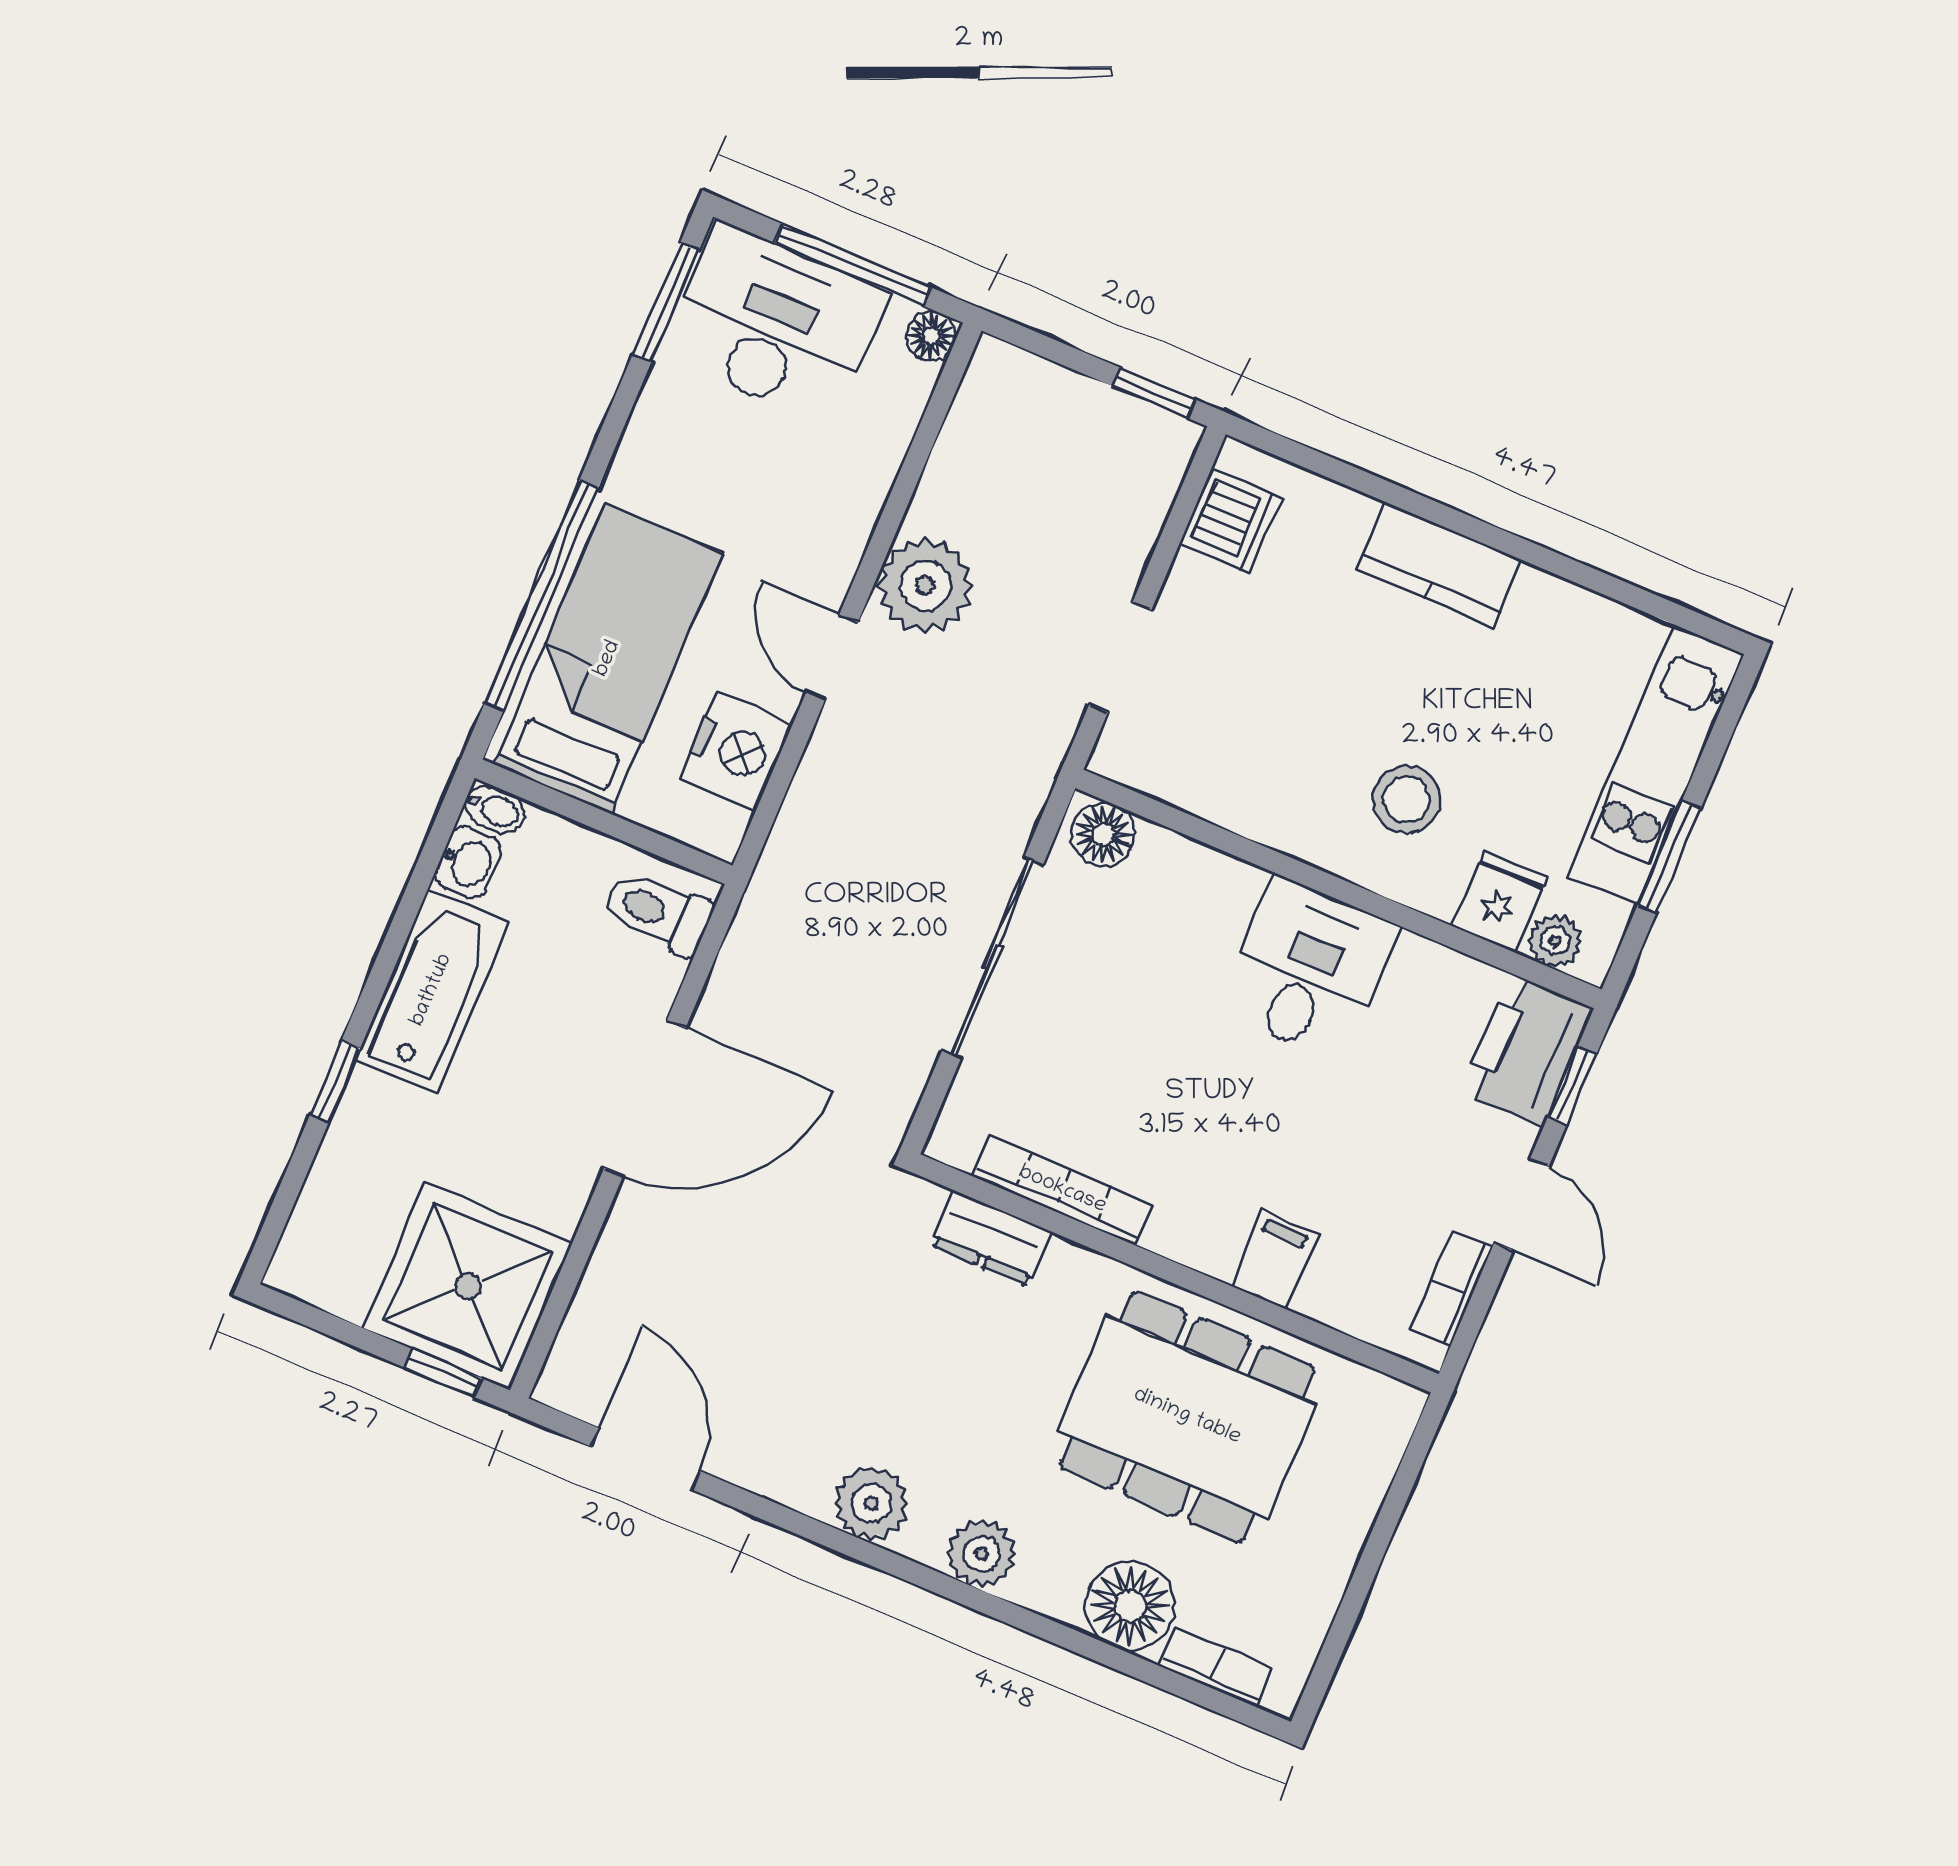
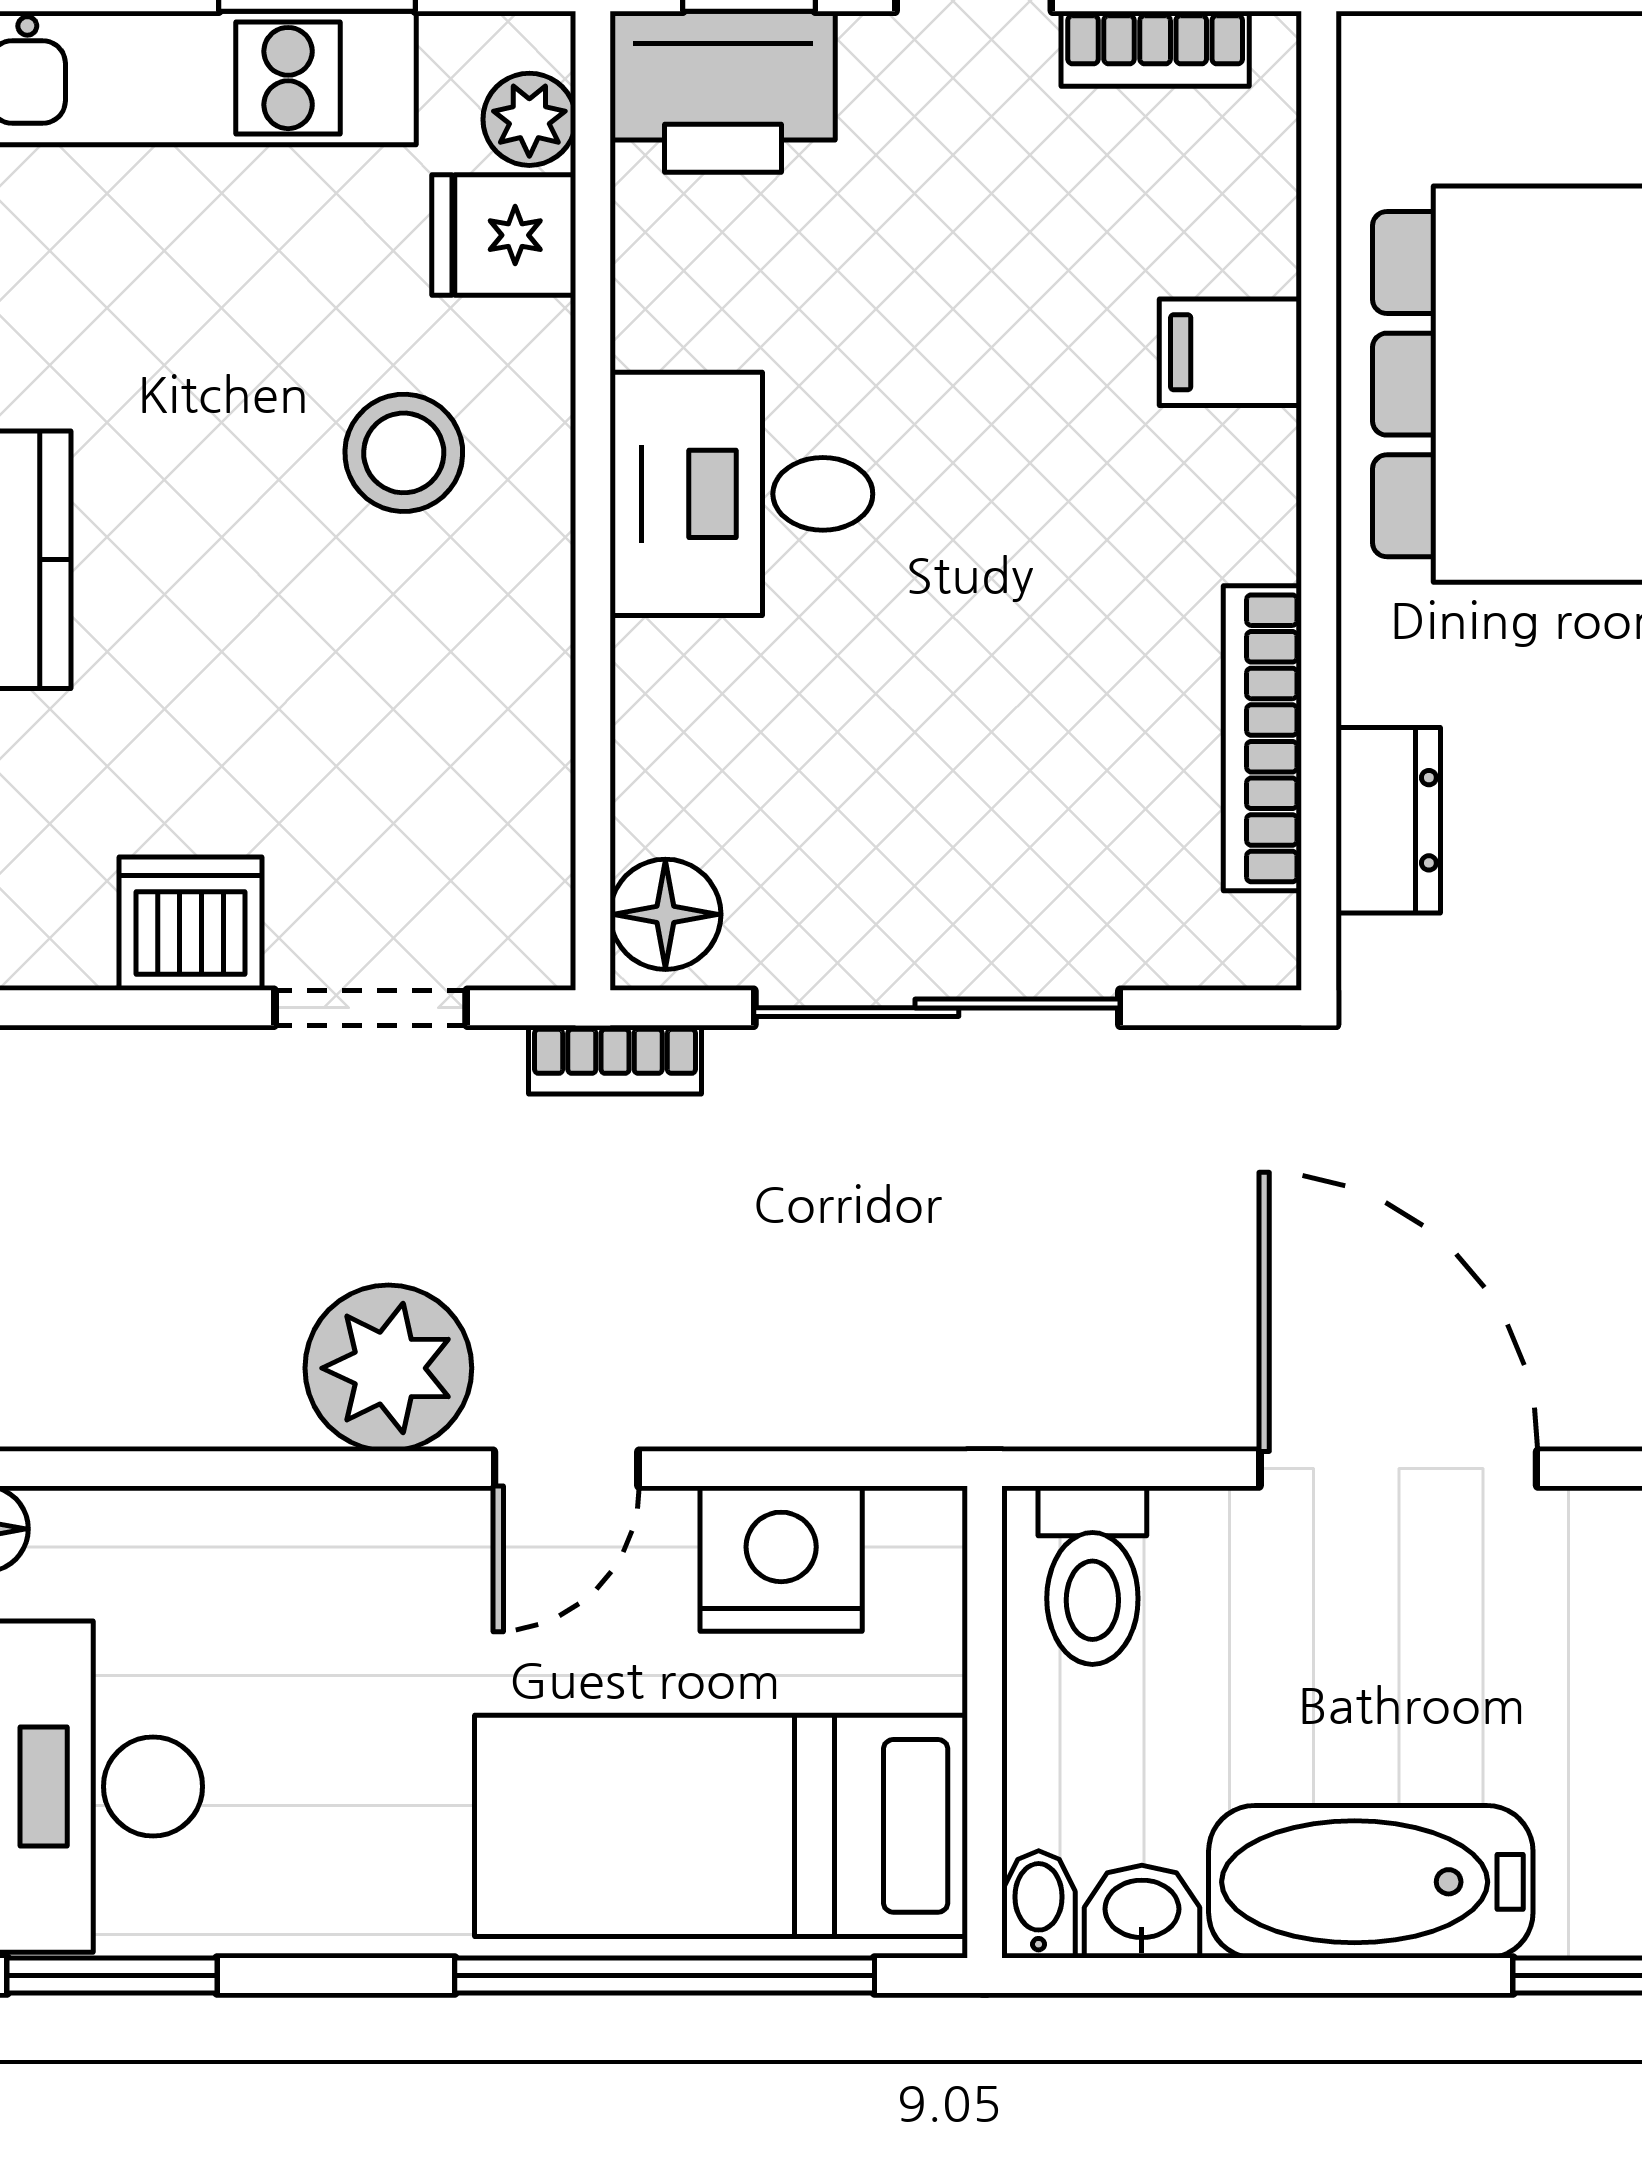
dishwasher: (1231, 520) -> (191, 924), moved
bookcase: (1038, 775) -> (615, 1060), added

